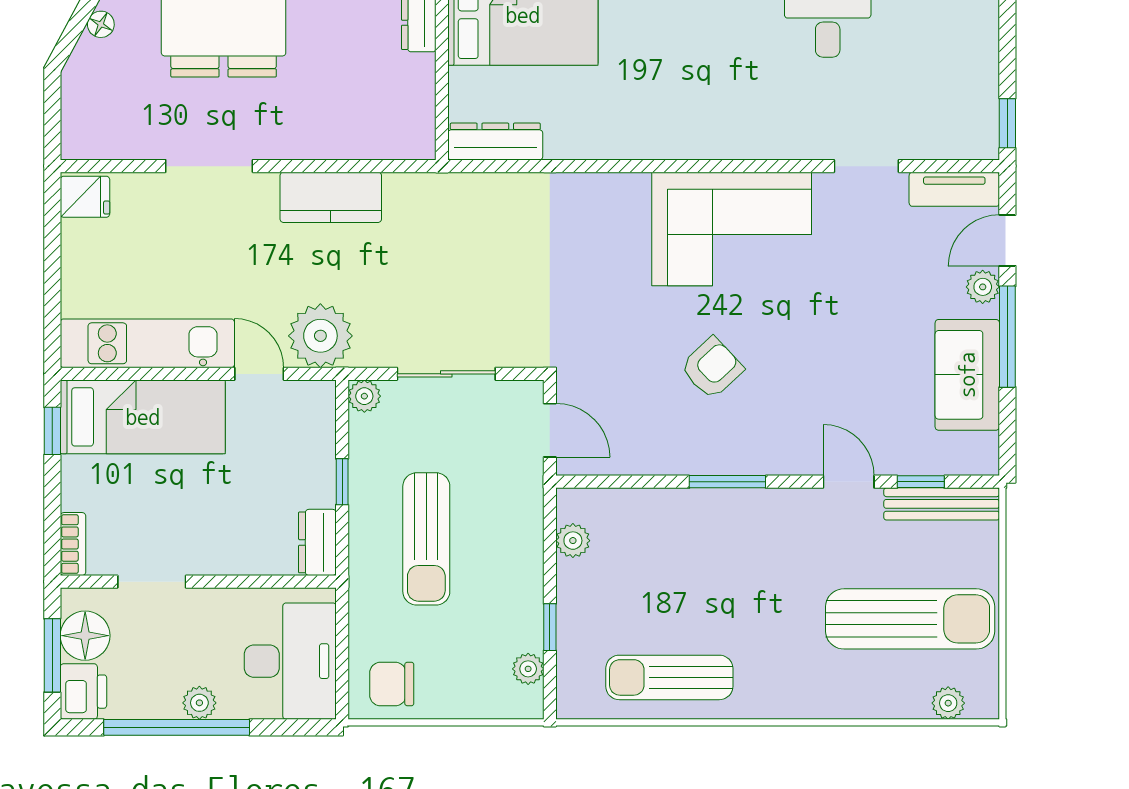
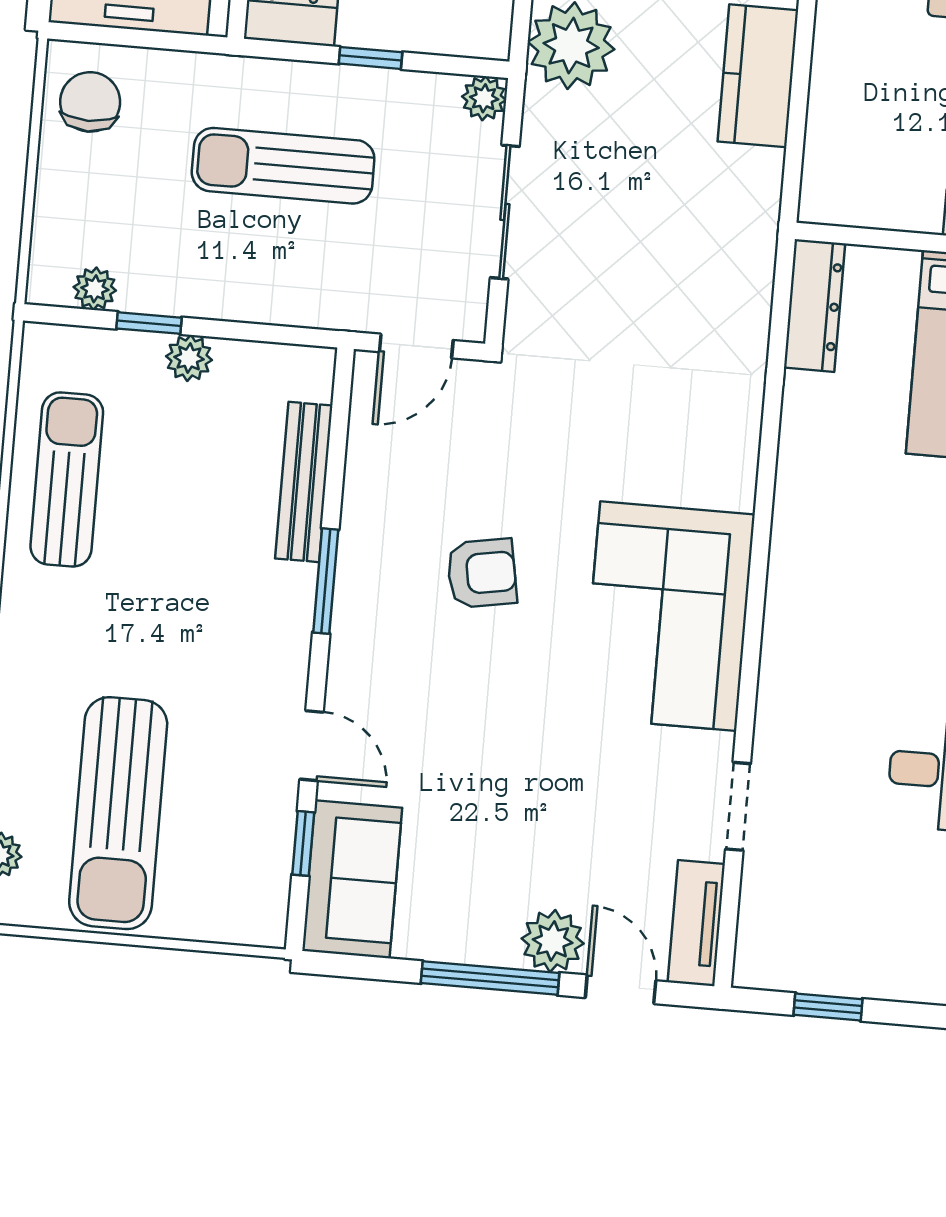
window: (1007, 123) -> (828, 1007), moved
plant: (983, 287) -> (553, 941), width x1.38, depth x1.38
armchair: (712, 368) -> (482, 573), turned -57
sofa: (967, 375) -> (352, 879), moved, turned 90
door: (849, 482) -> (312, 746), hinge flipped
bench: (942, 504) -> (304, 482), moved
plant: (573, 541) -> (189, 358), moved

